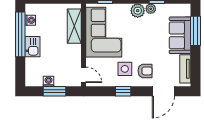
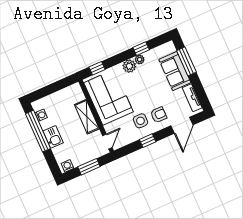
shelving: (74, 26) -> (87, 117), moved
door: (84, 75) -> (107, 142), hinge flipped
washing machine: (49, 81) -> (67, 166), moved

